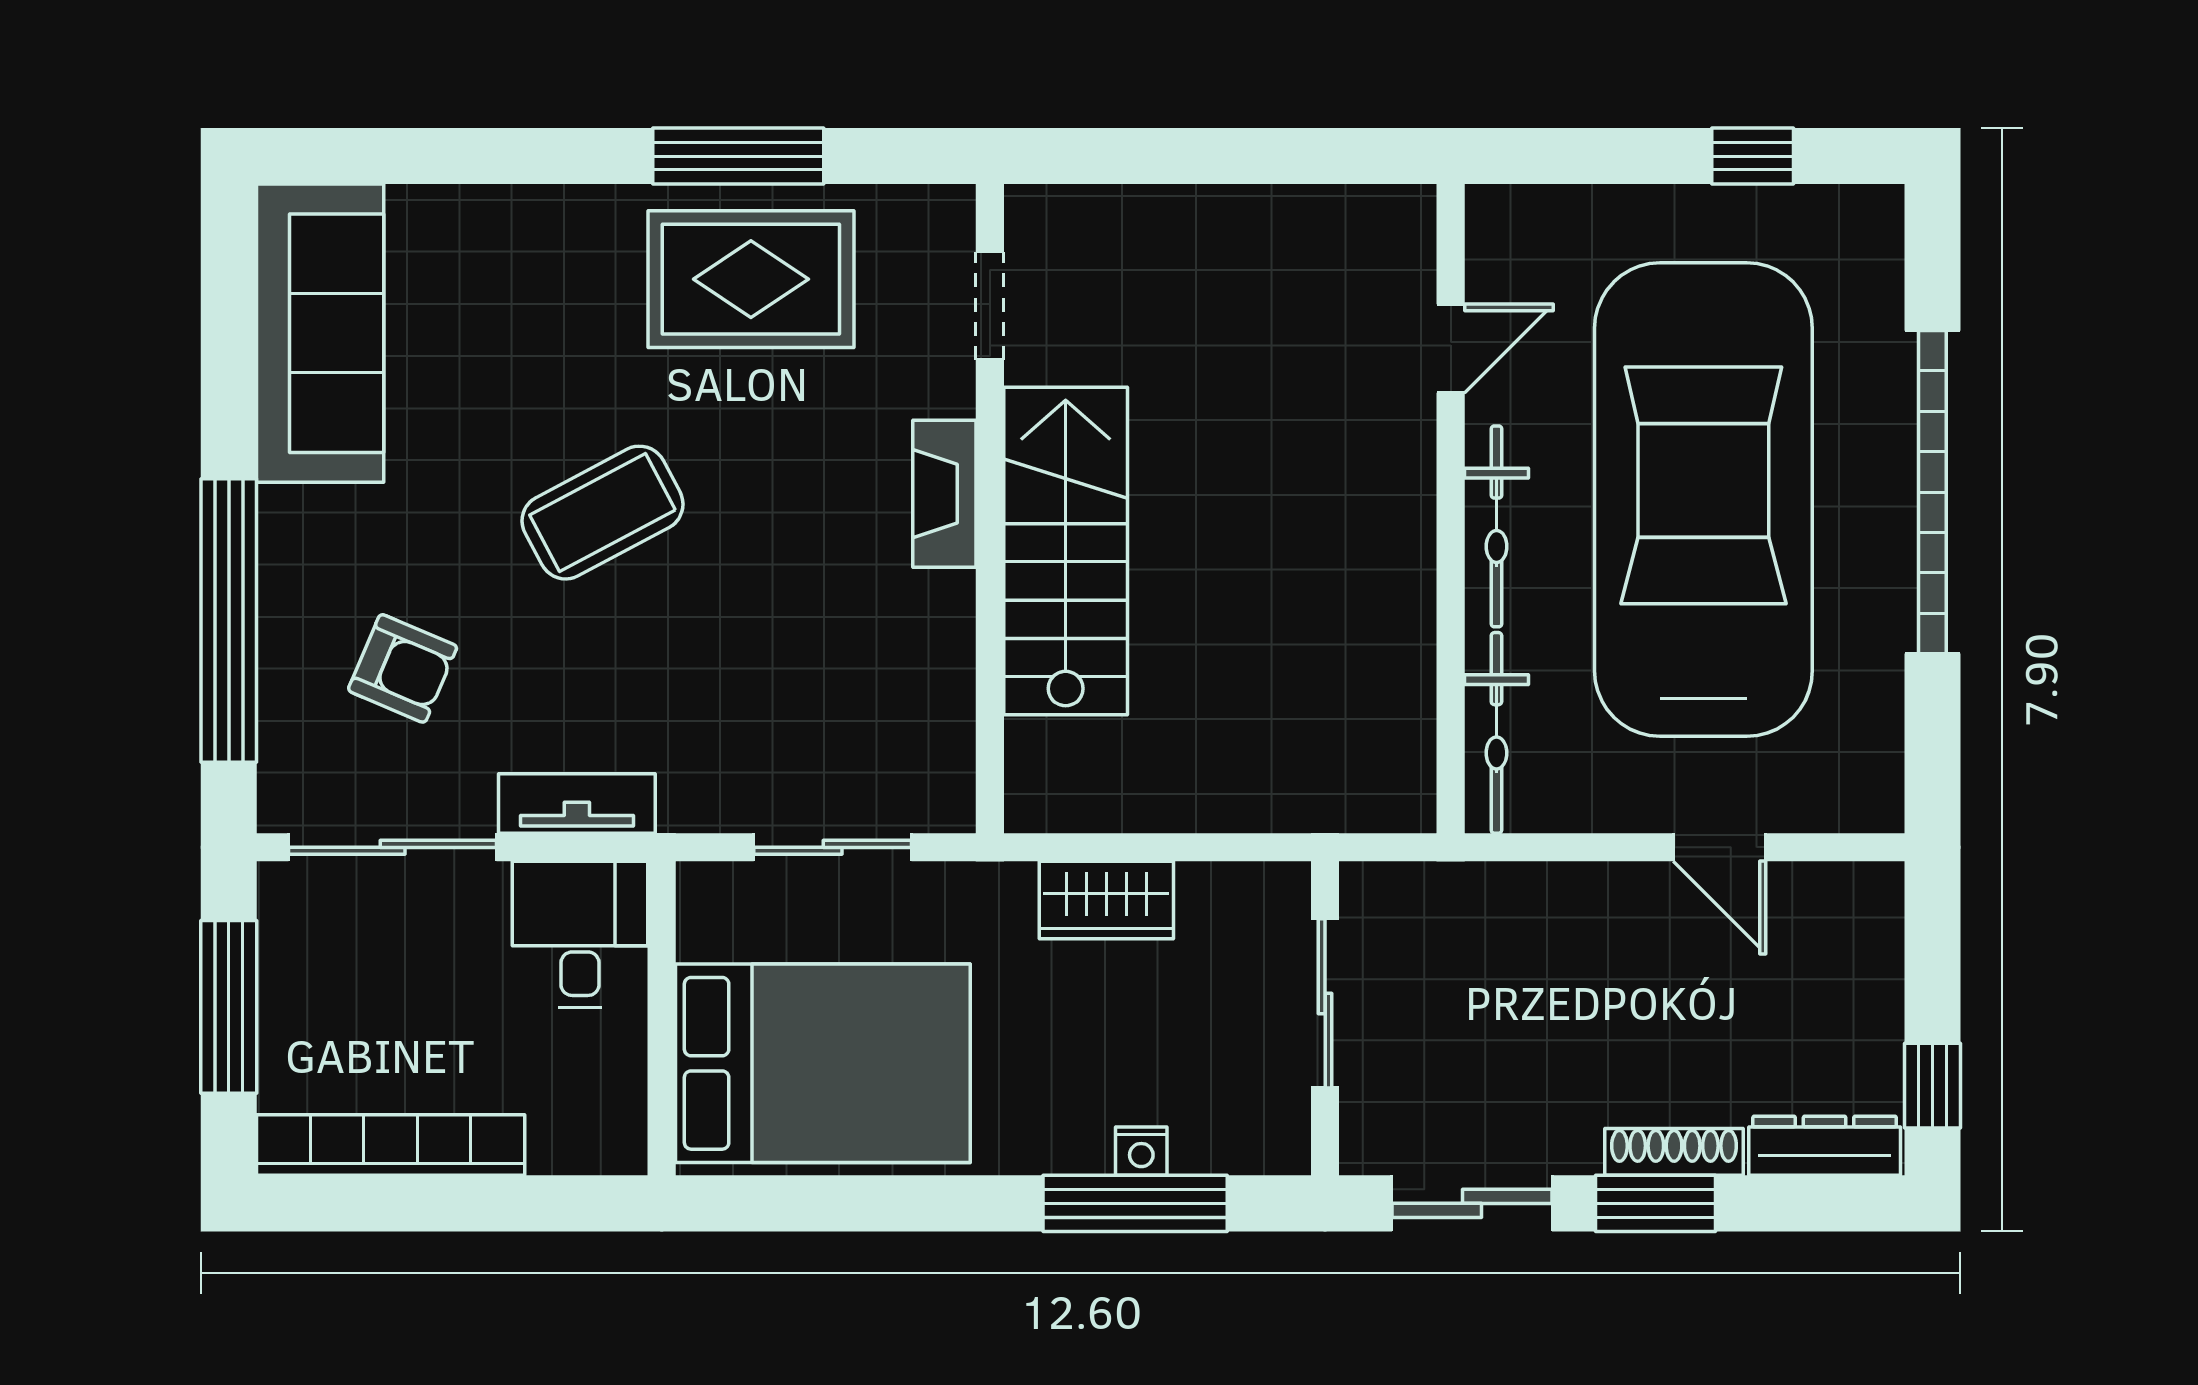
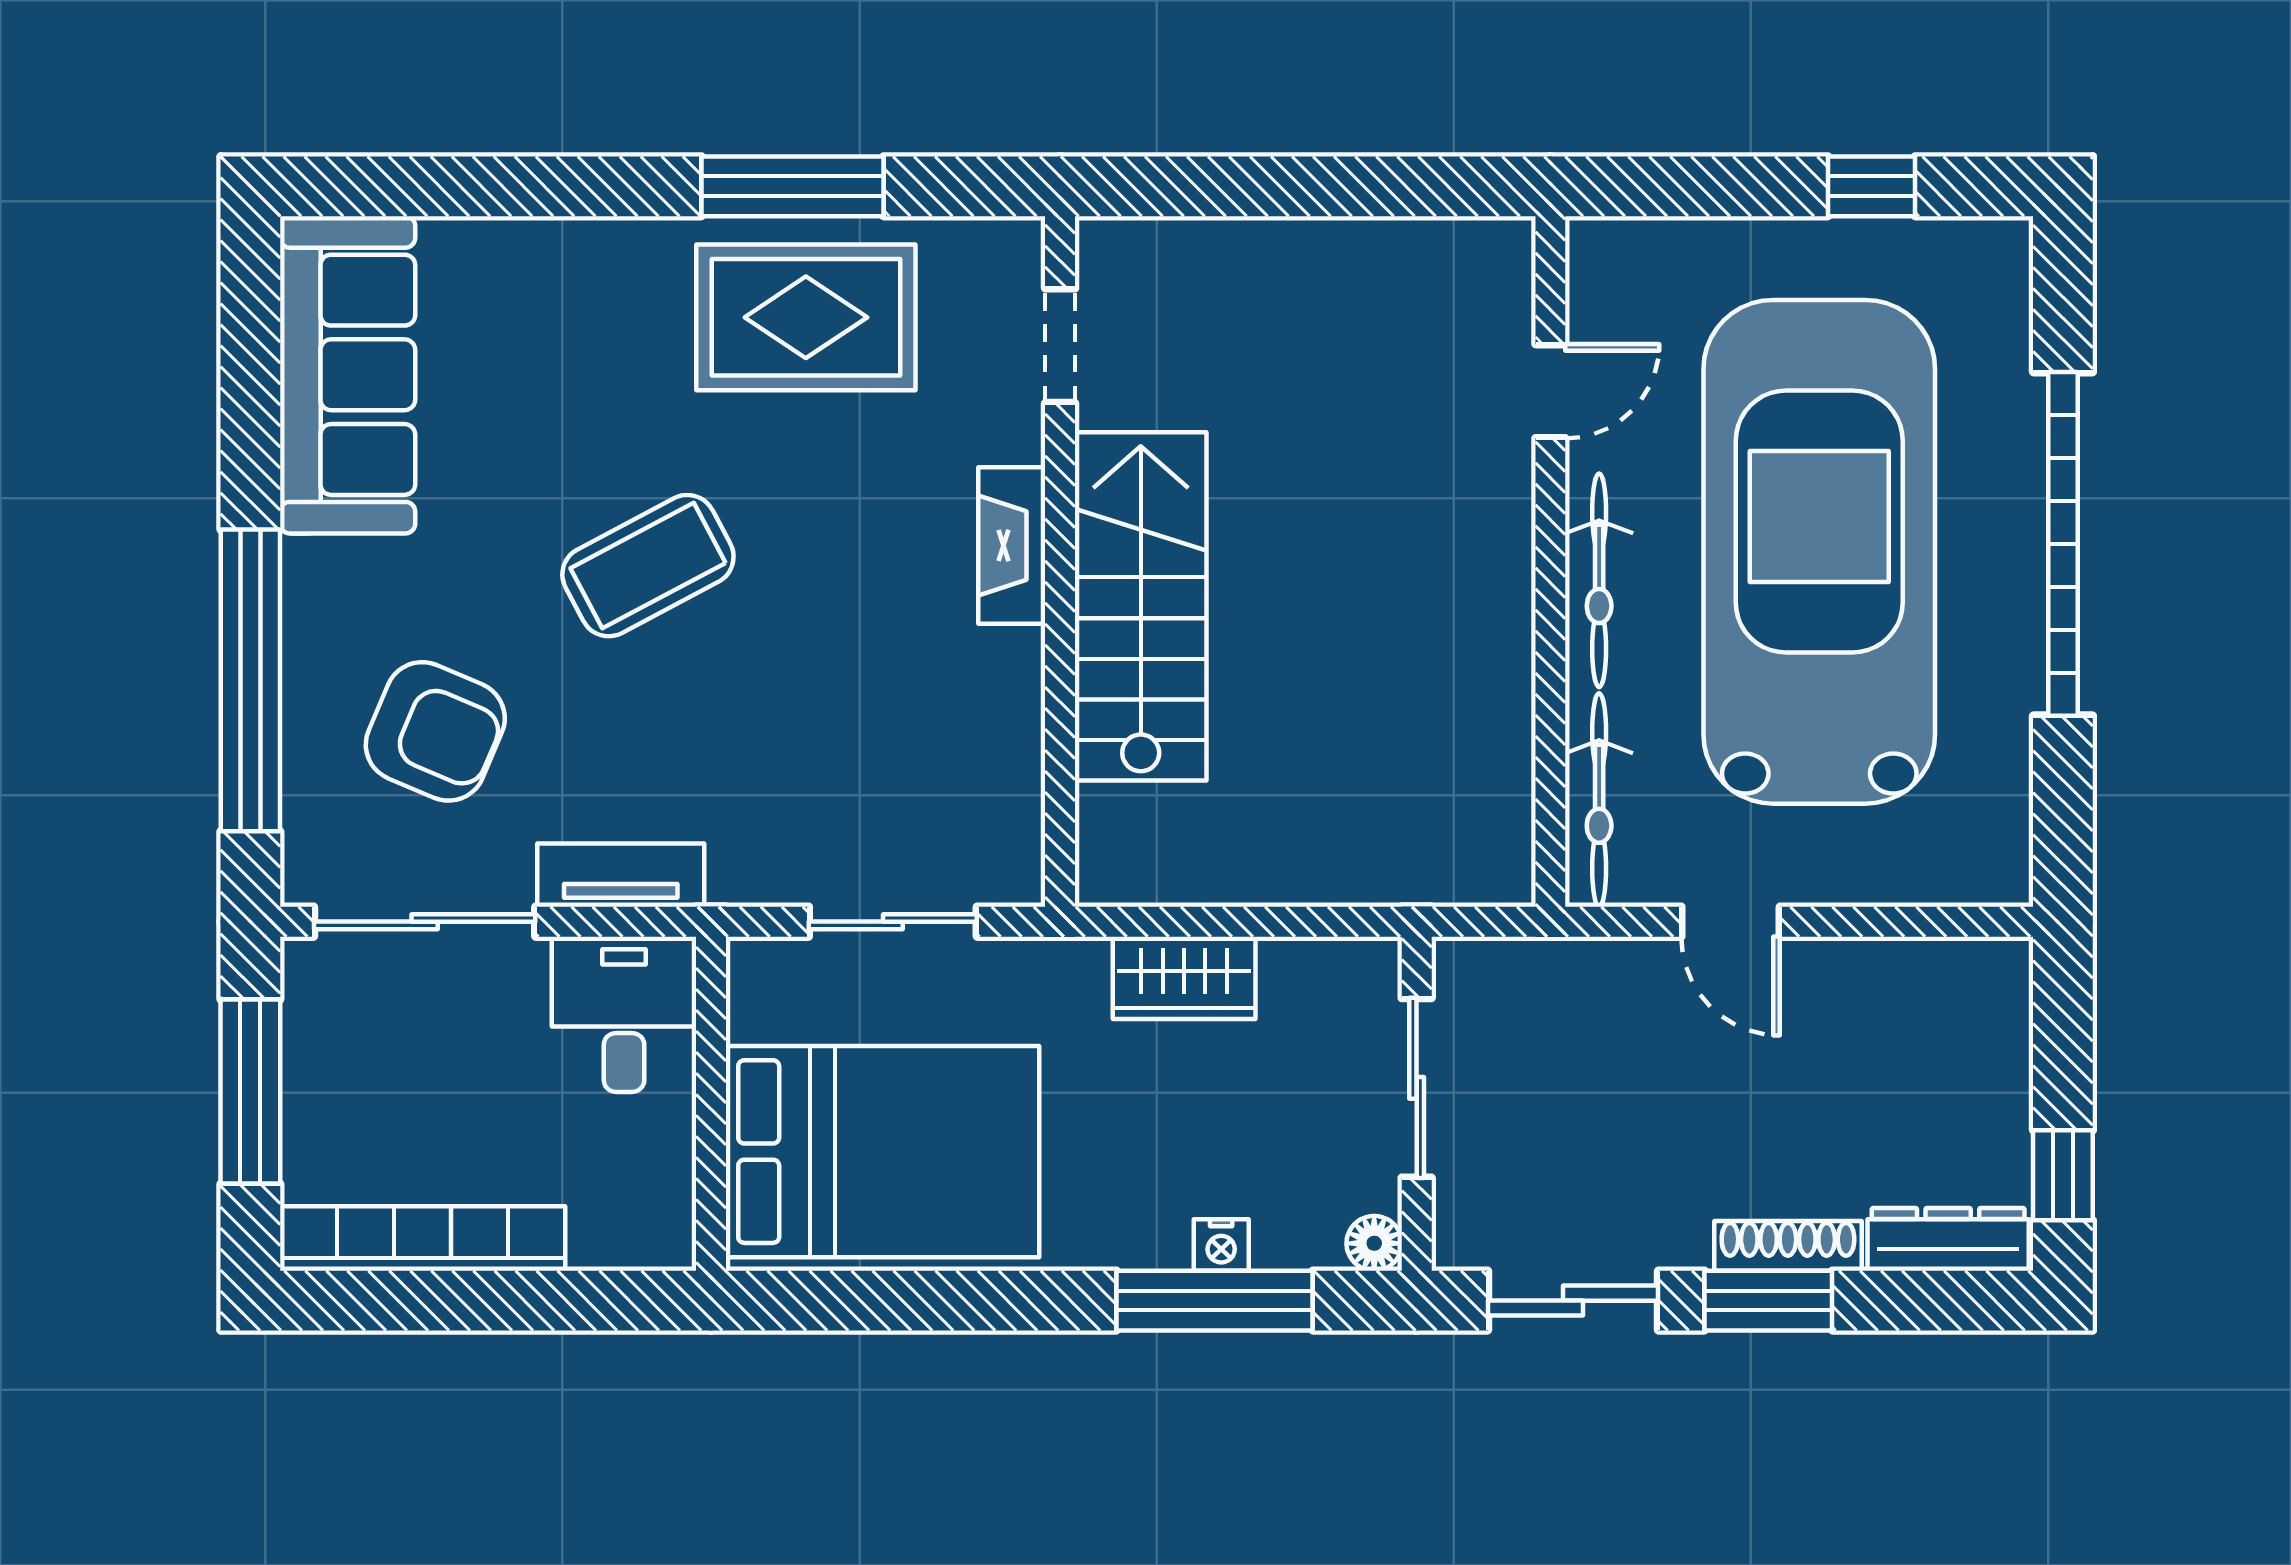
armchair: (403, 668) -> (435, 731), width x1.38, depth x1.38
door: (1719, 847) -> (1731, 922), moved
floor lamp: (1285, 1150) -> (1374, 1243), added

